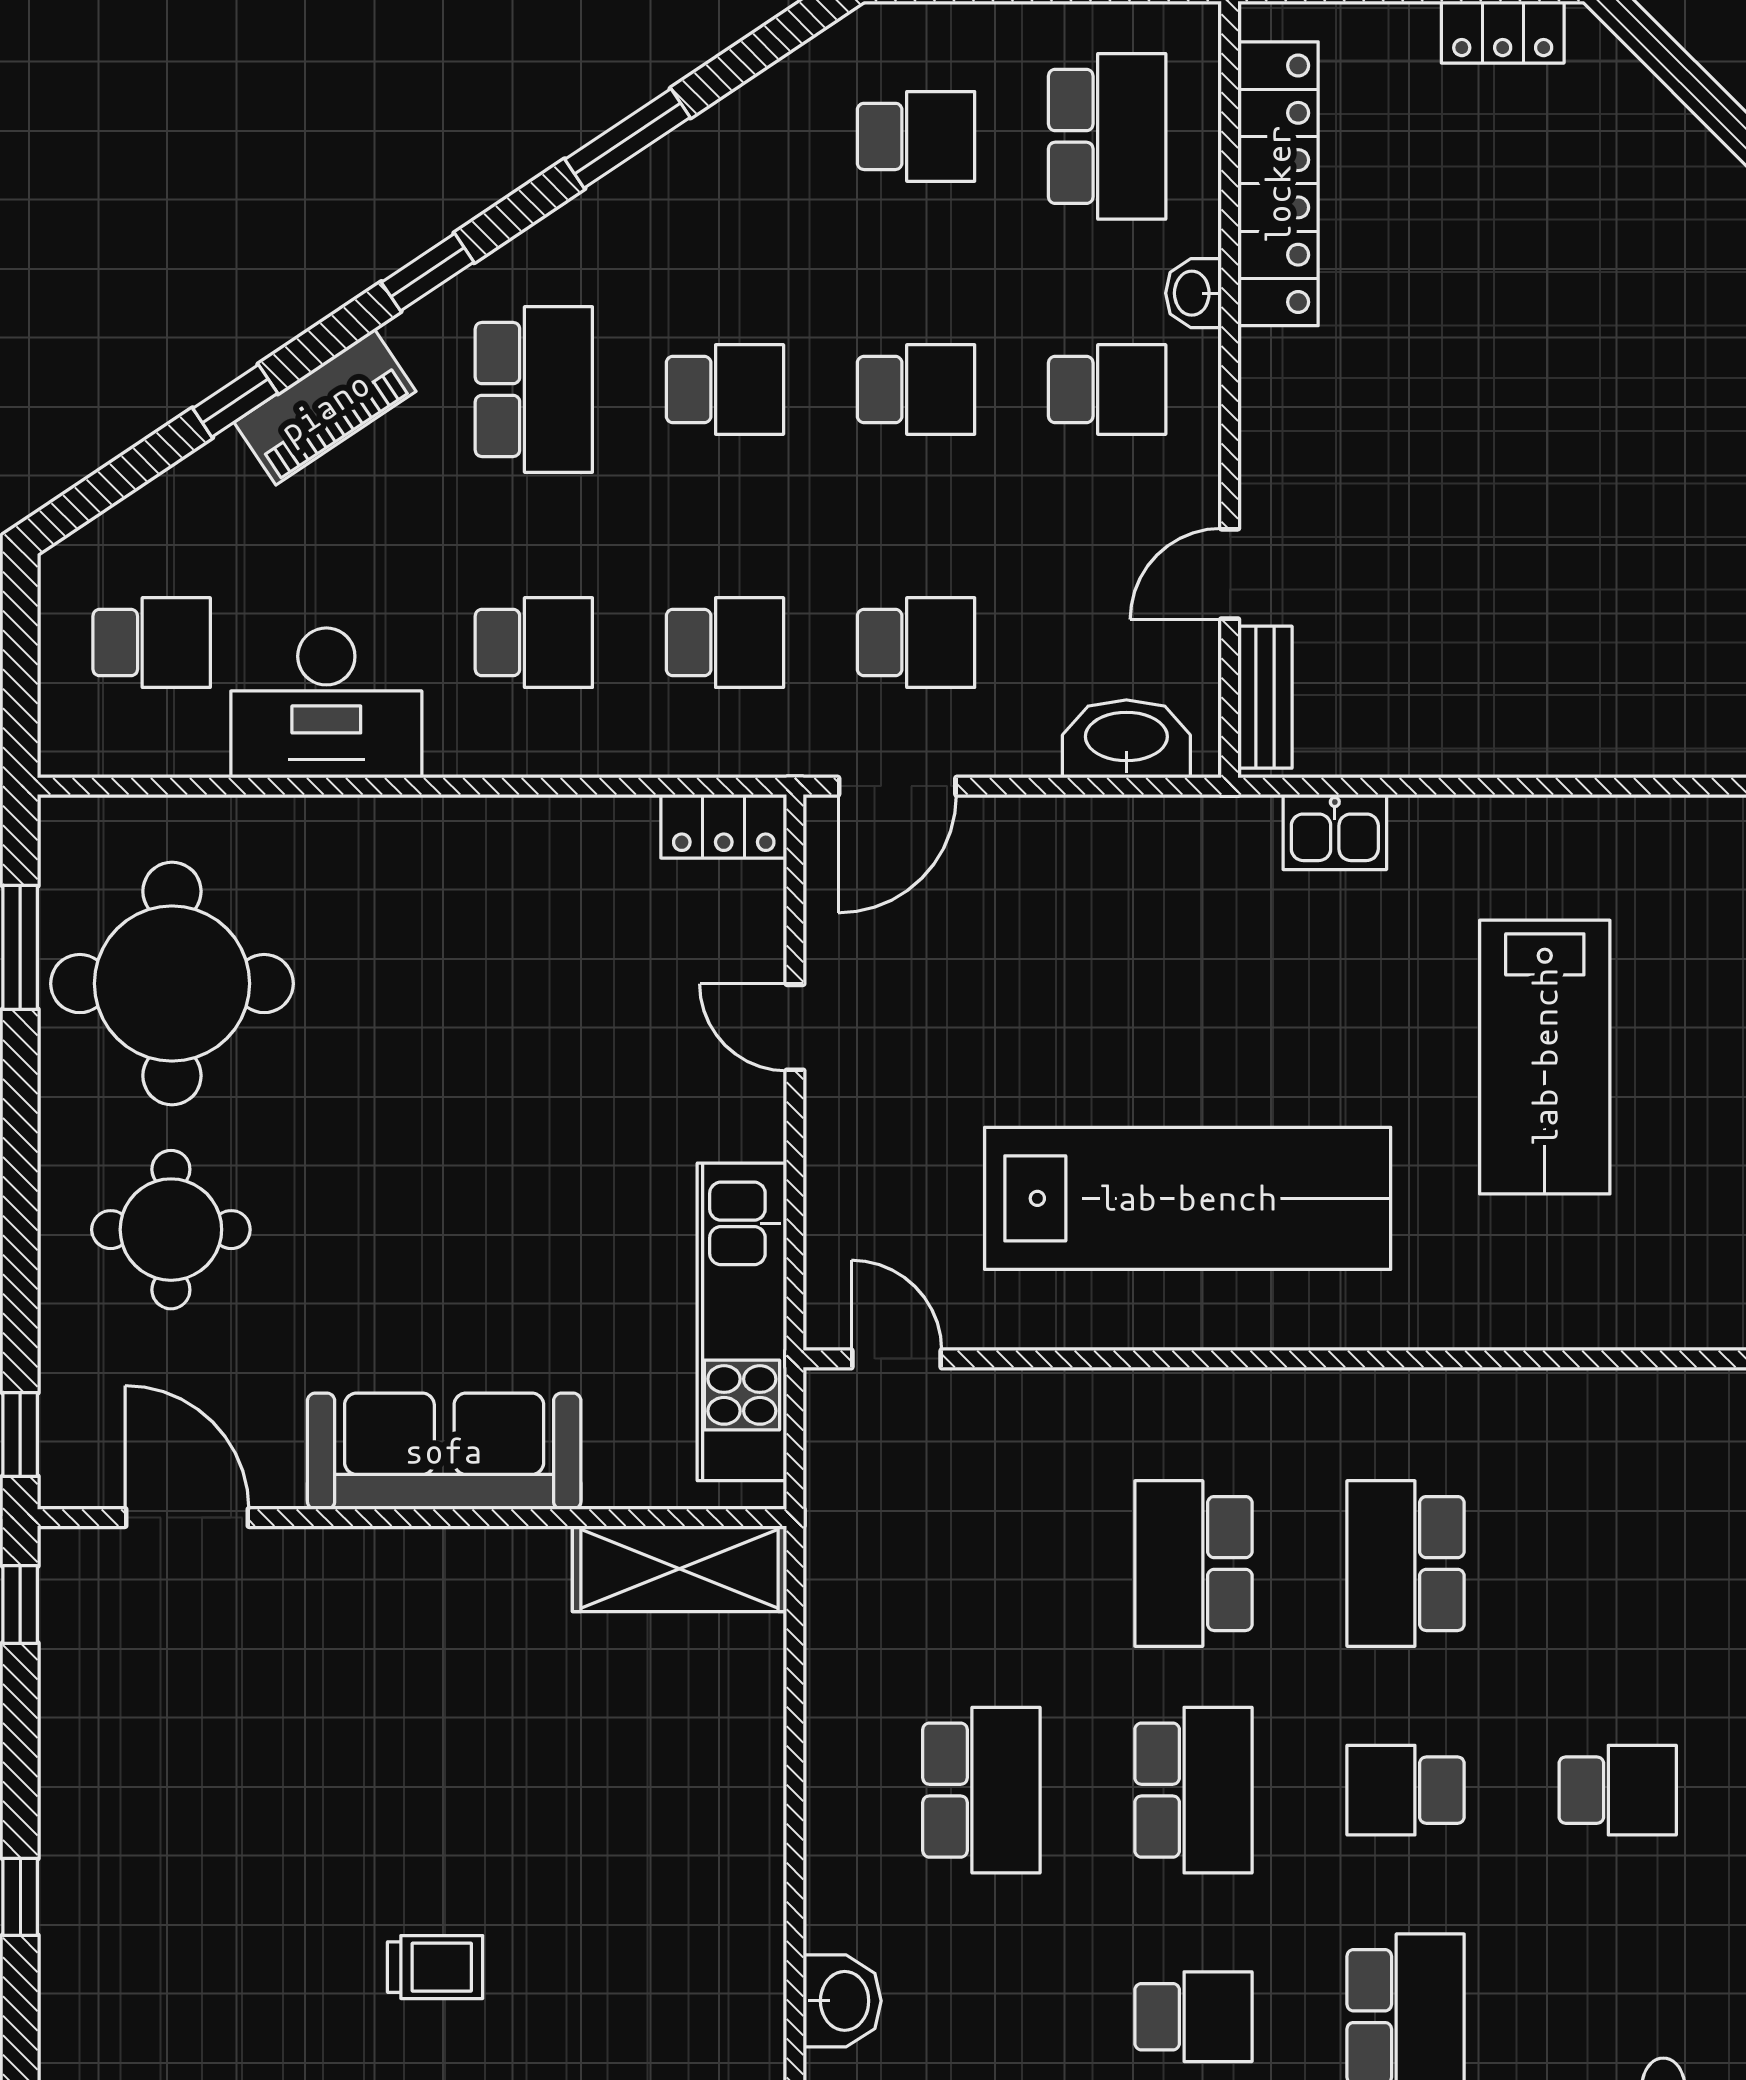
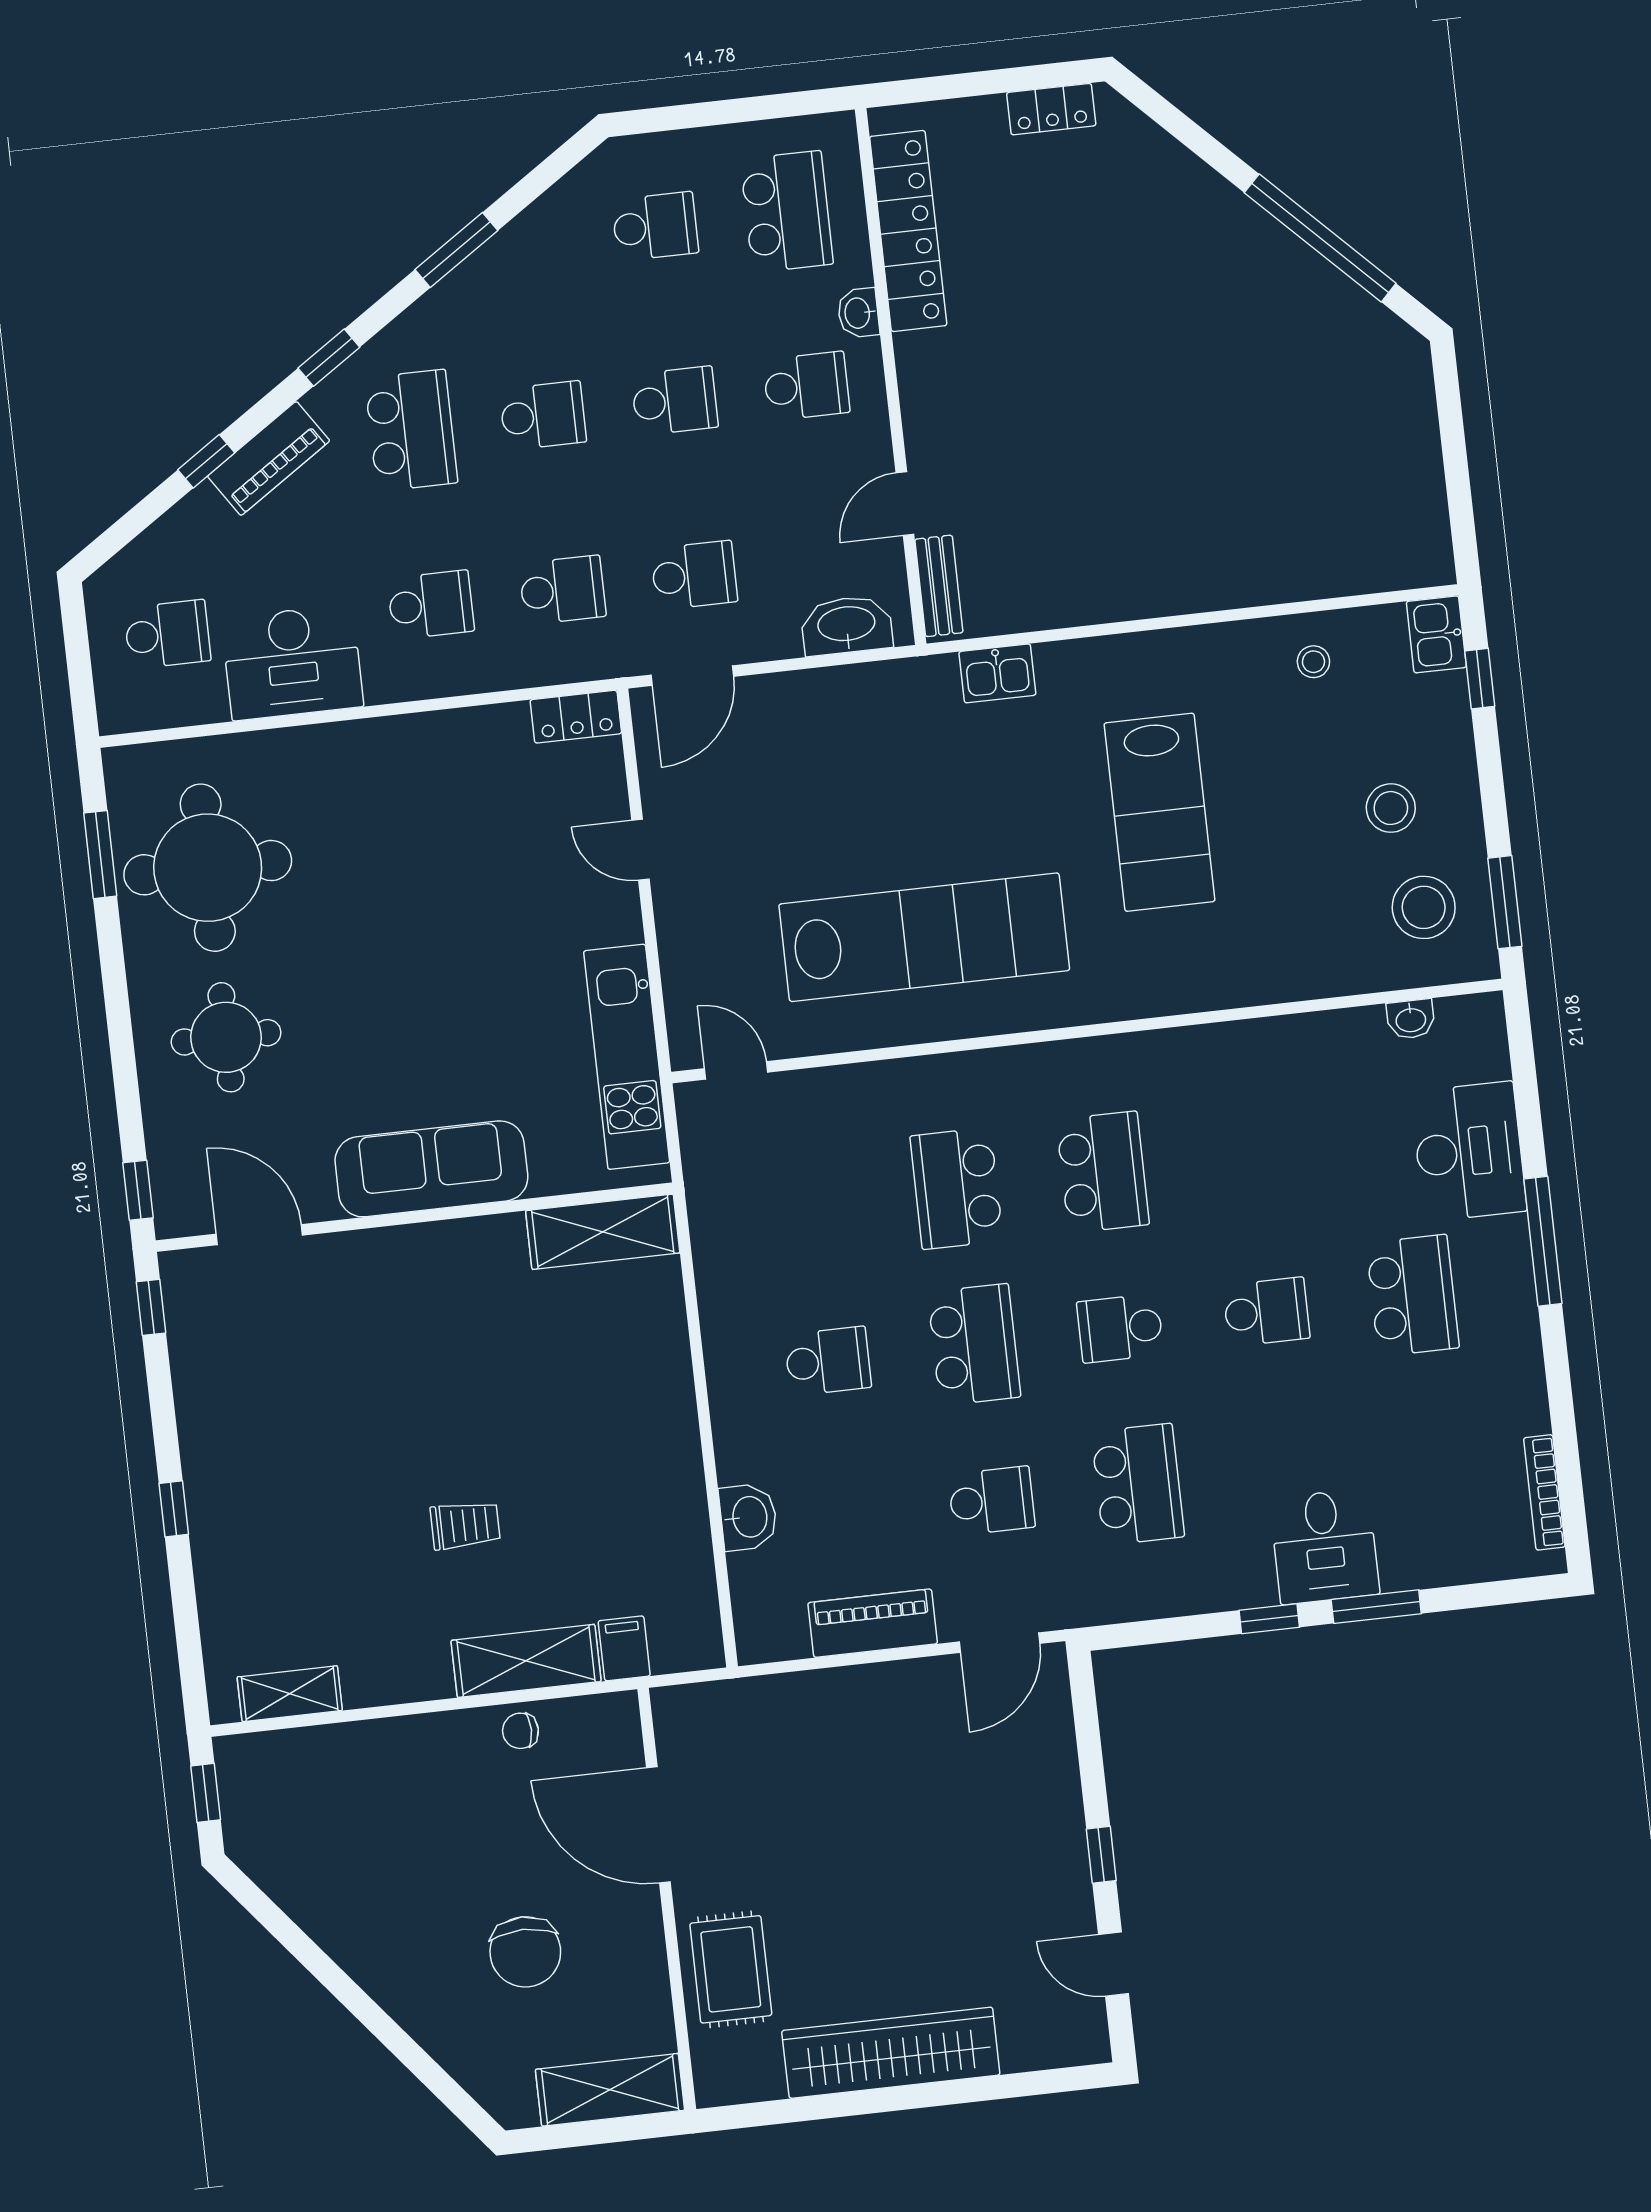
school desk: (1406, 1564) -> (1103, 1172), turned 180
school desk: (981, 1790) -> (828, 1361), width x0.54

